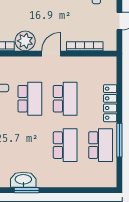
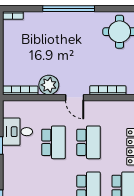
door: (51, 54) -> (75, 98), swing flipped

